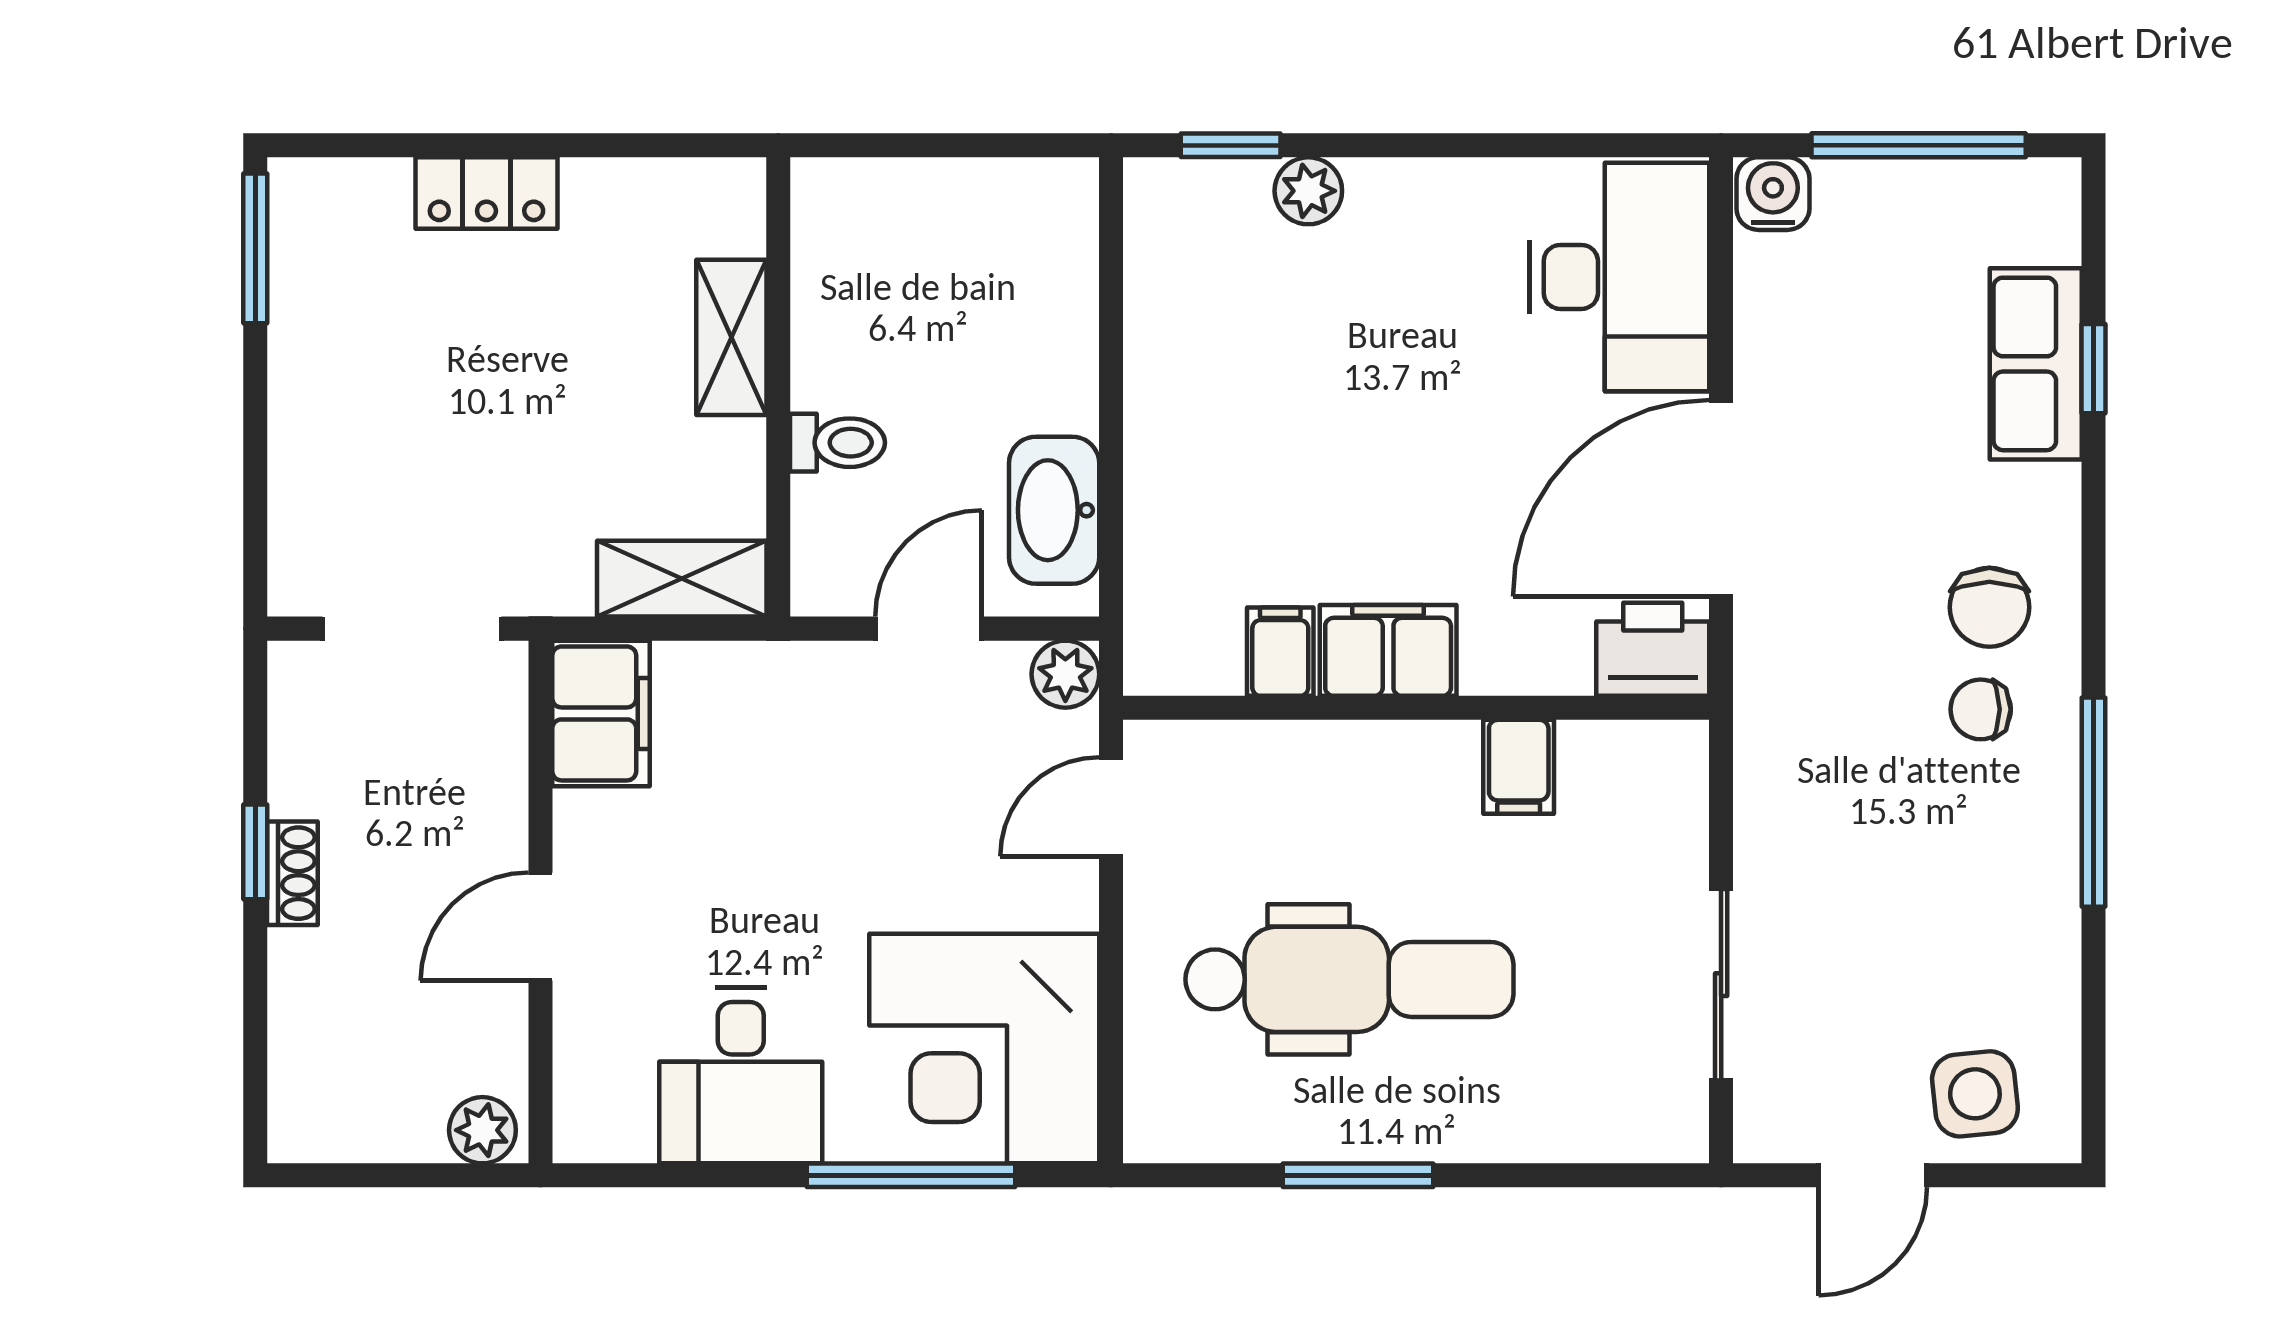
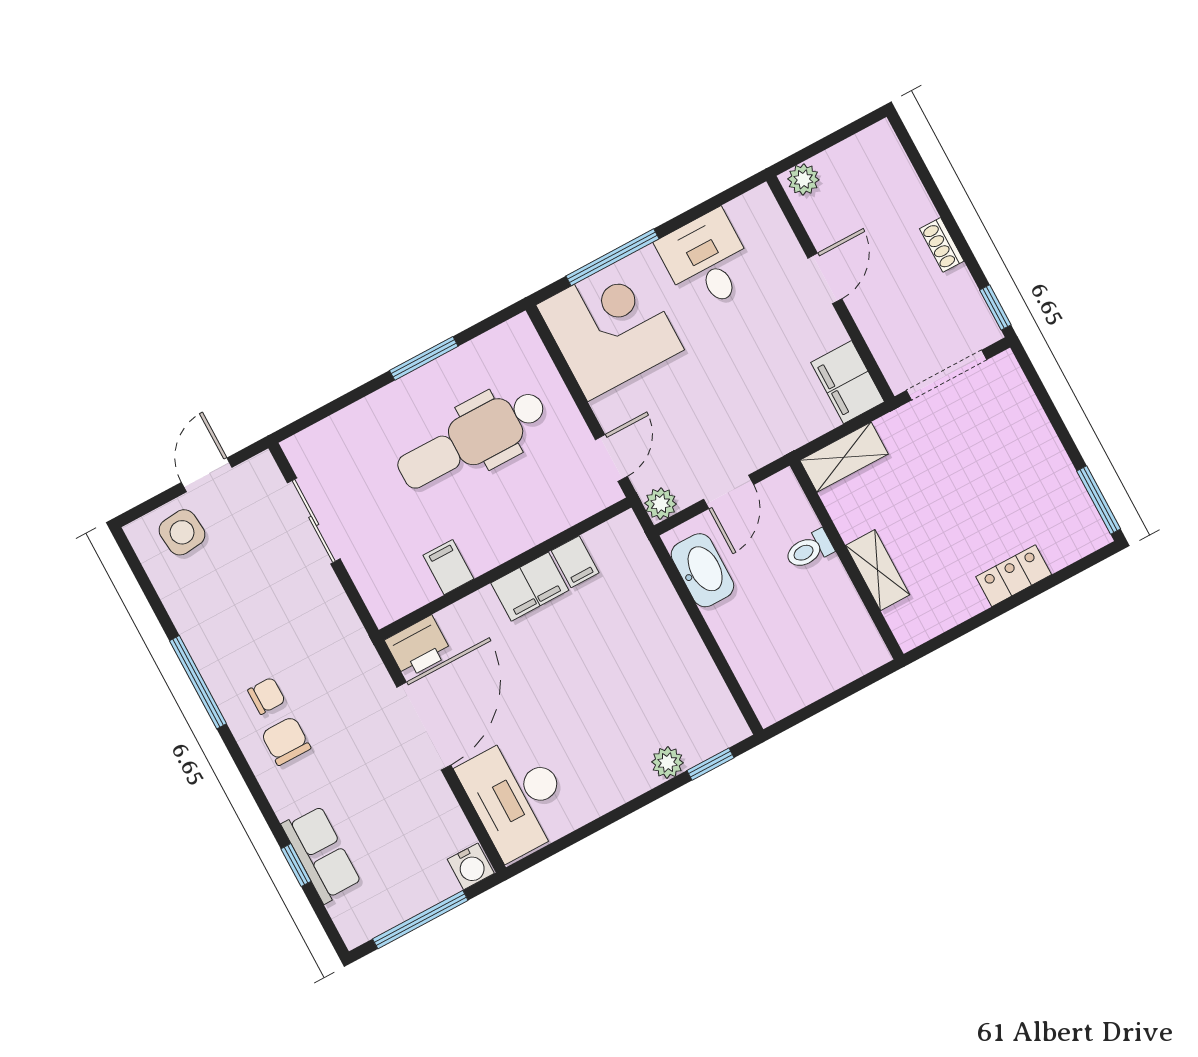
window: (255, 852) -> (995, 307), moved

